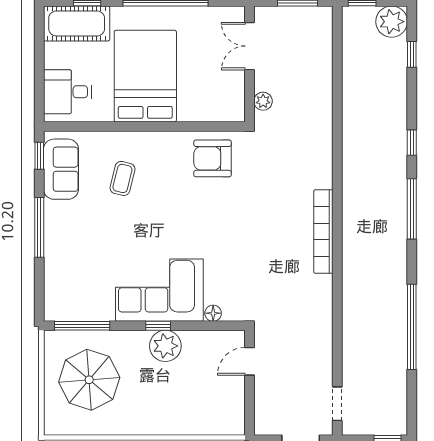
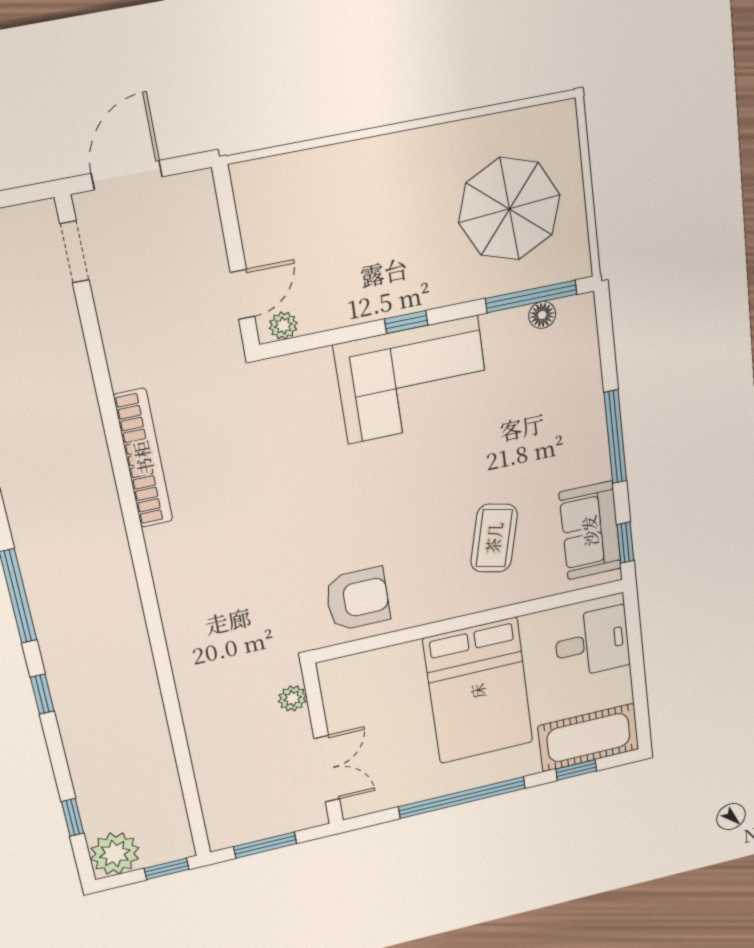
coffee table: (122, 178) -> (494, 538), width x1.36, depth x1.30
bookcase: (323, 232) -> (143, 458), moved
floor lamp: (213, 313) -> (542, 315), moved
plant: (165, 346) -> (283, 326), moved, width x0.53, depth x0.53

